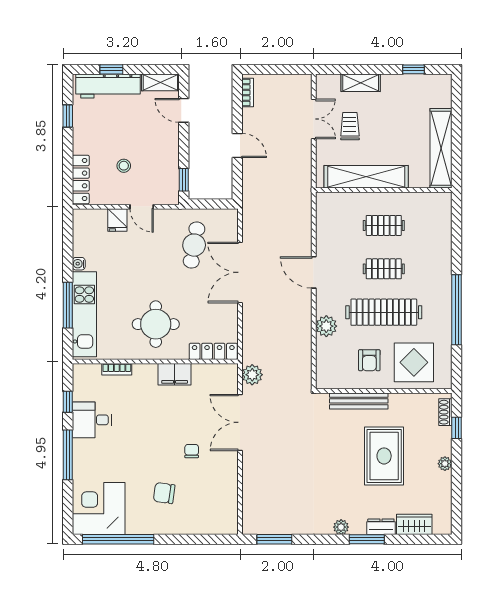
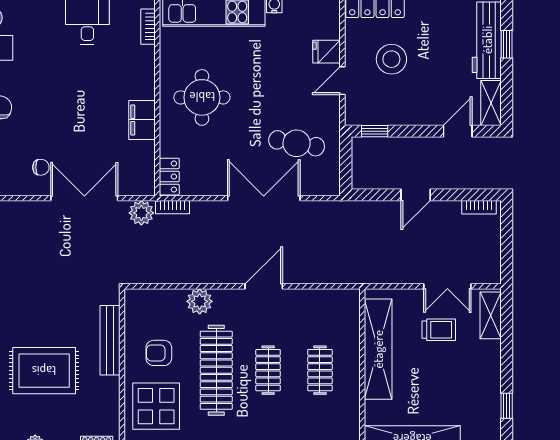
shelving: (361, 83) -> (491, 315), moved
stool: (124, 166) -> (391, 59), width x1.89, depth x1.89
bookcase: (248, 349) -> (172, 207), added
locker: (213, 351) -> (169, 177), width x0.66
bookcase: (117, 369) -> (148, 27), moved
chair: (192, 451) -> (41, 167), moved

